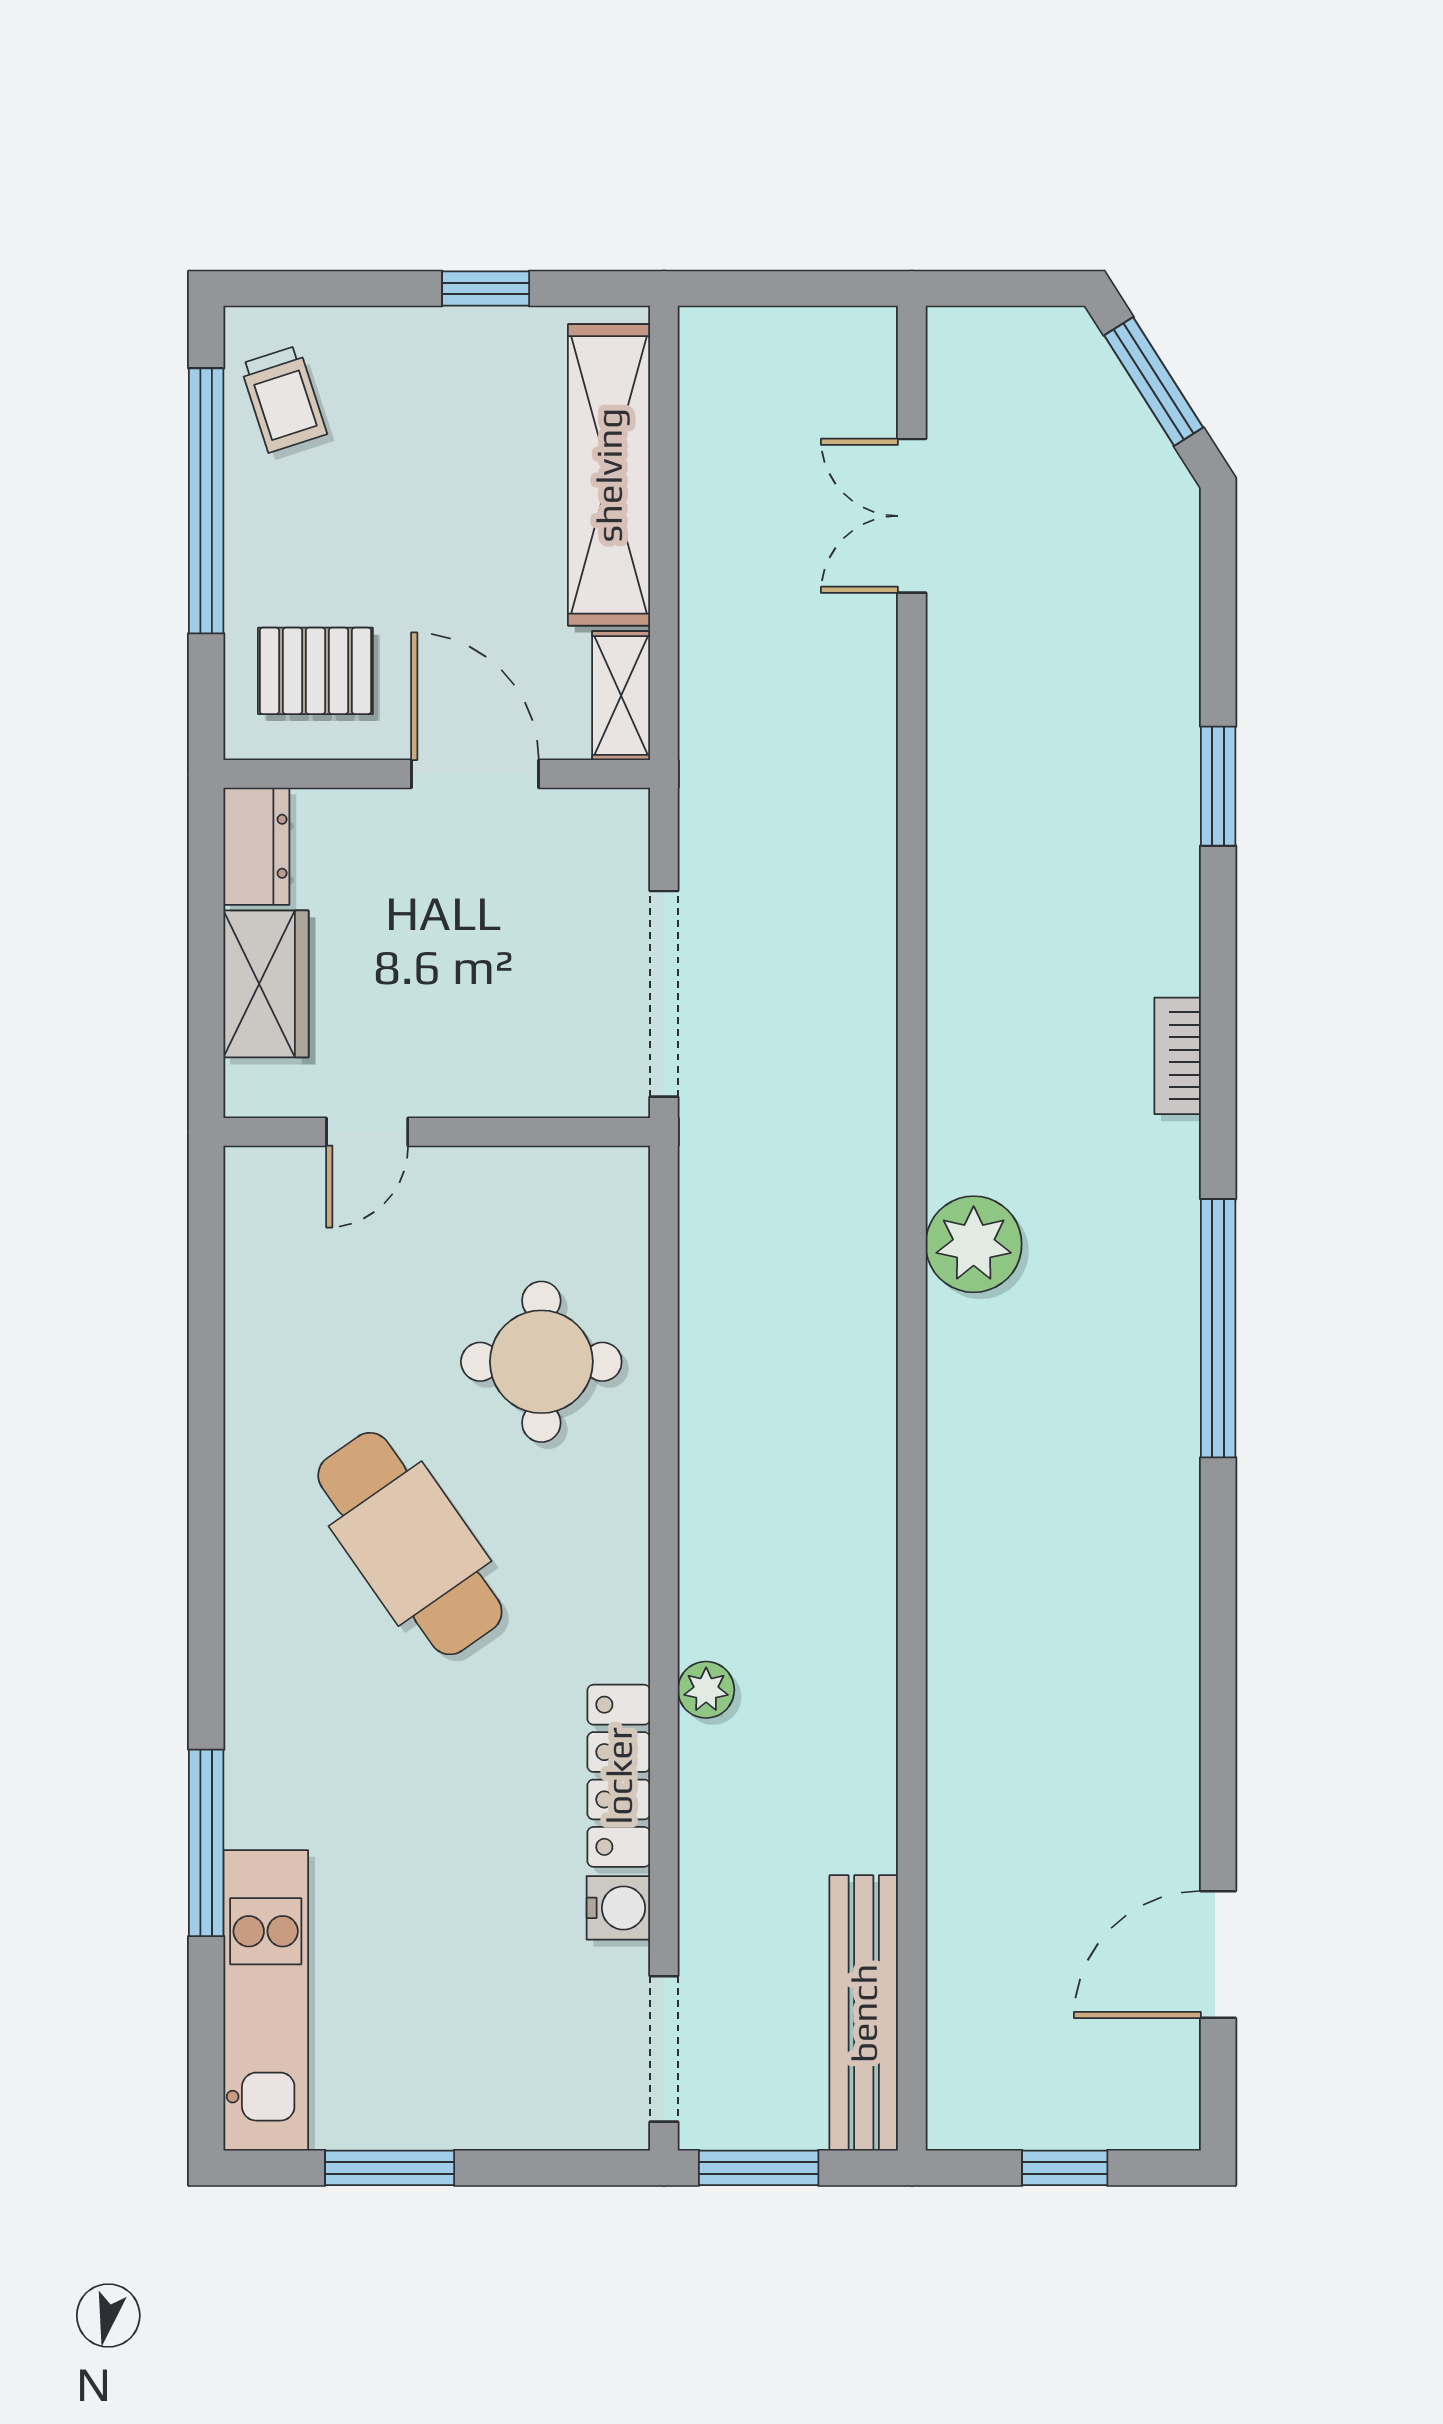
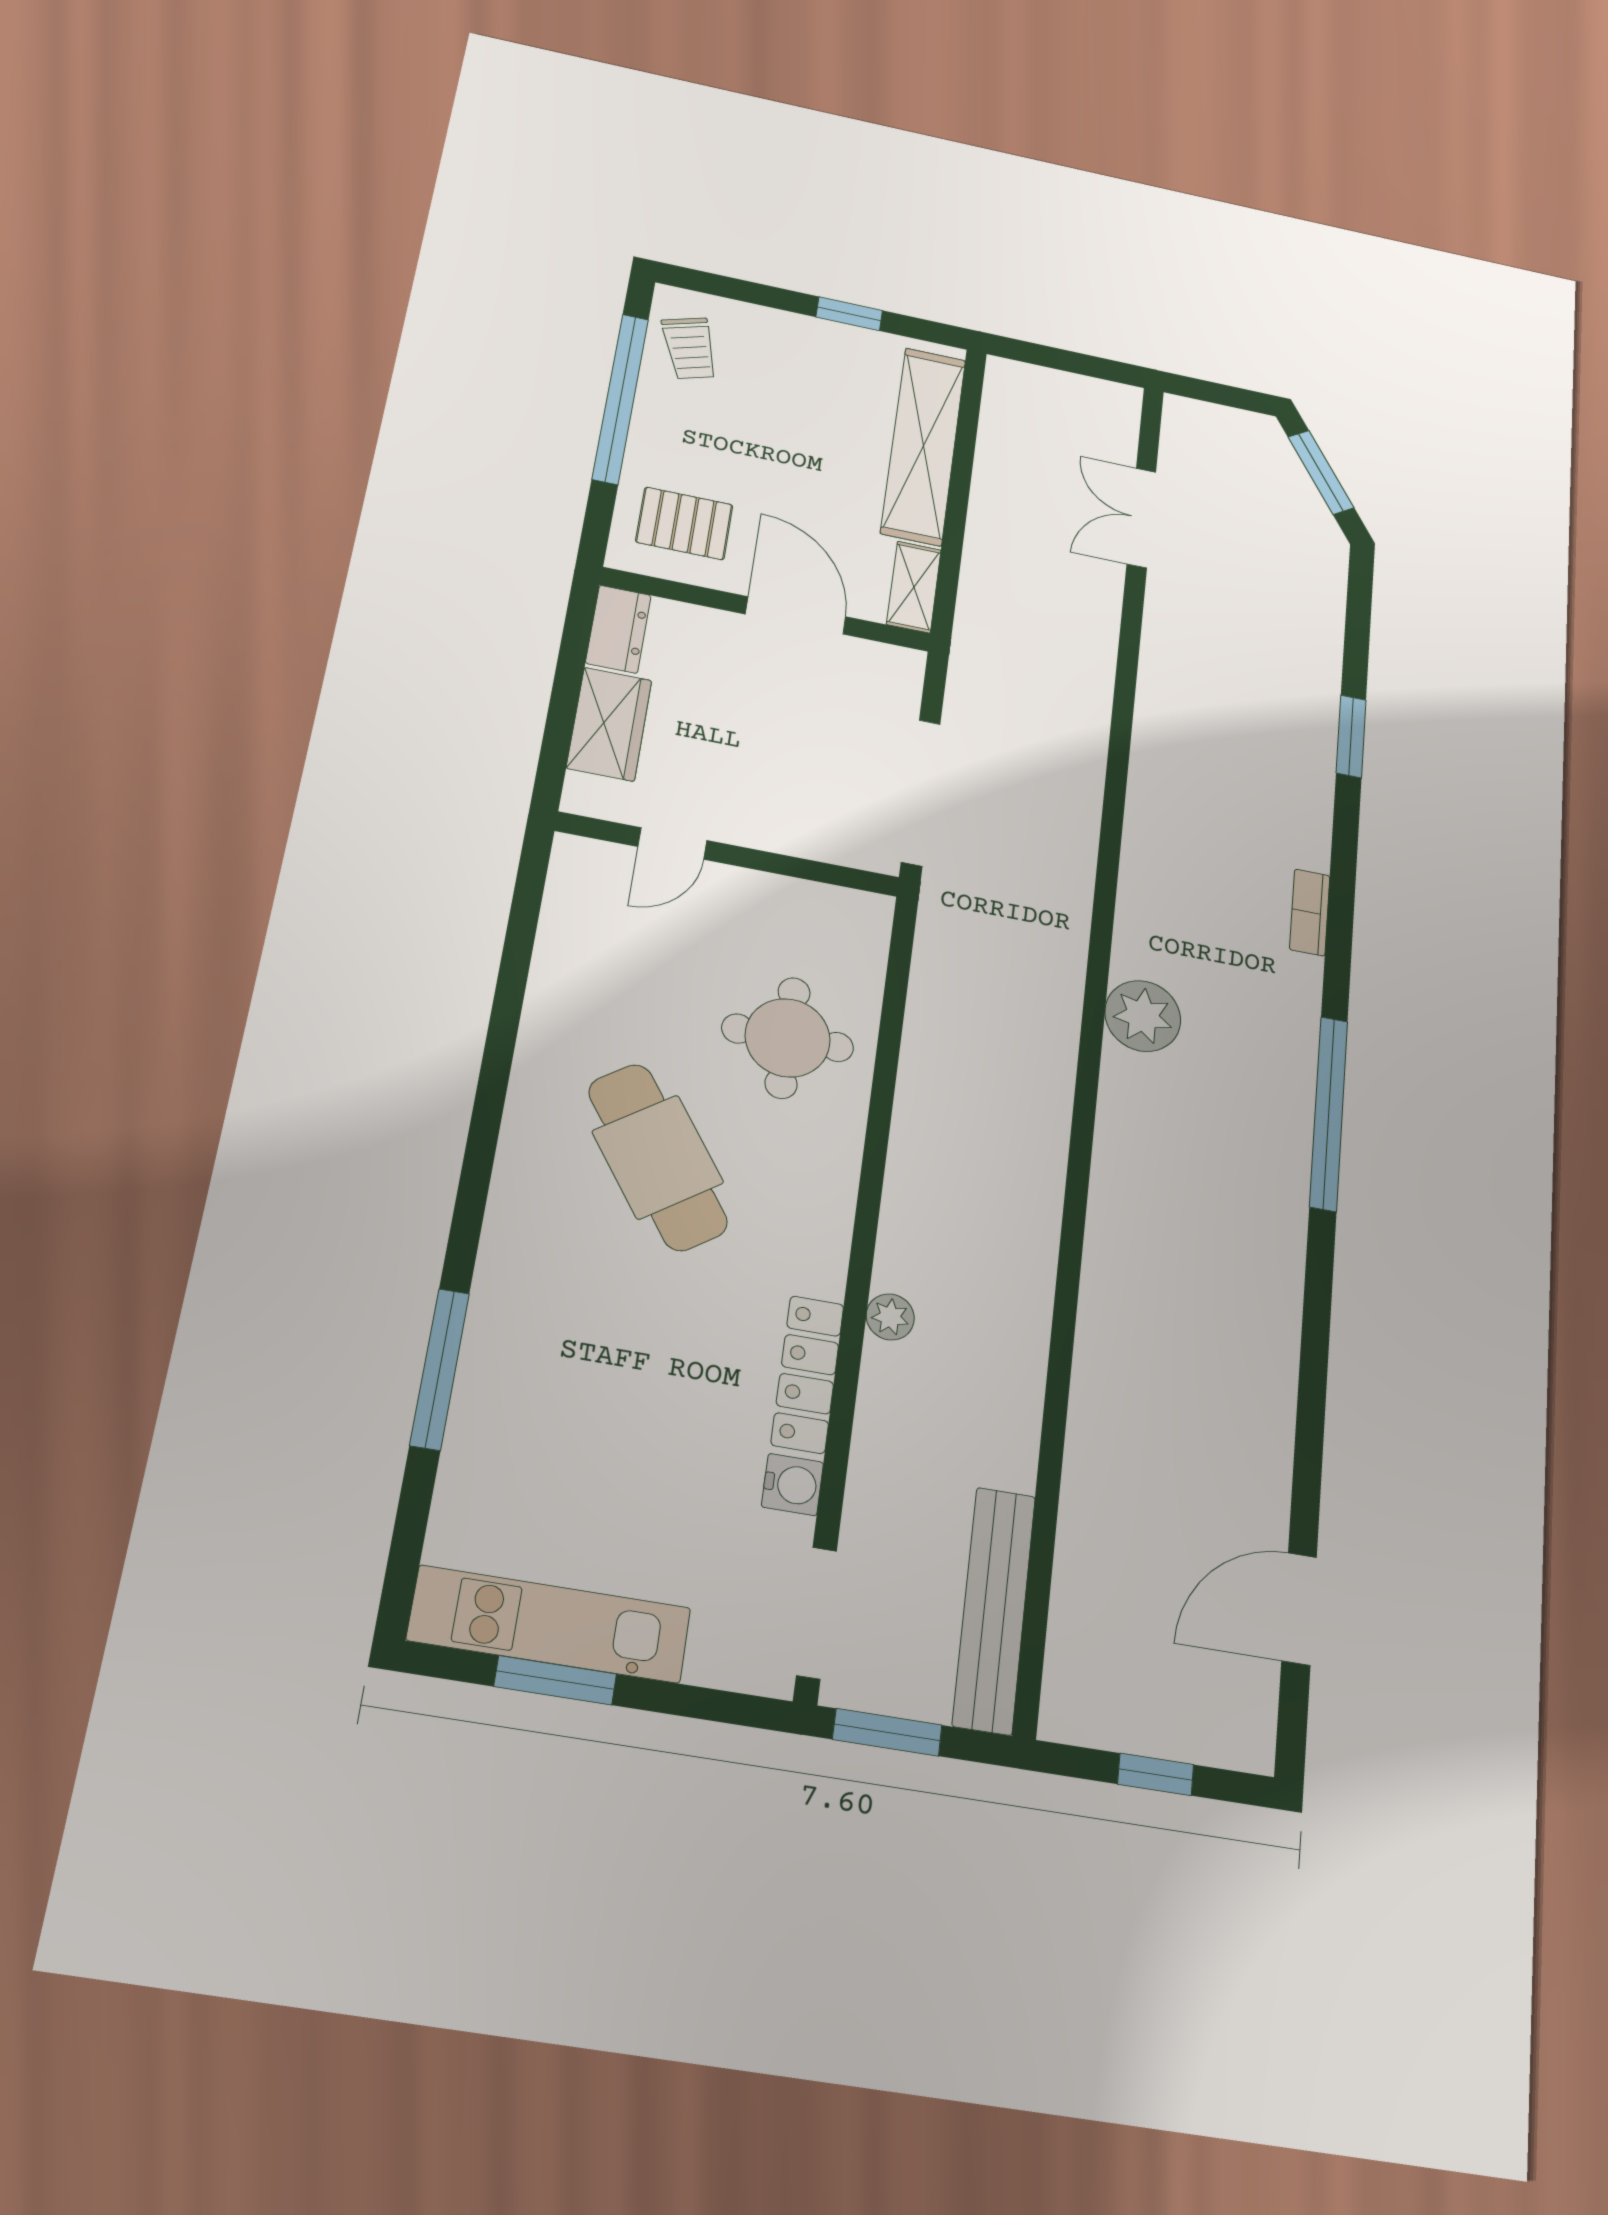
kitchen unit: (266, 2000) -> (550, 1624), moved, turned -90

